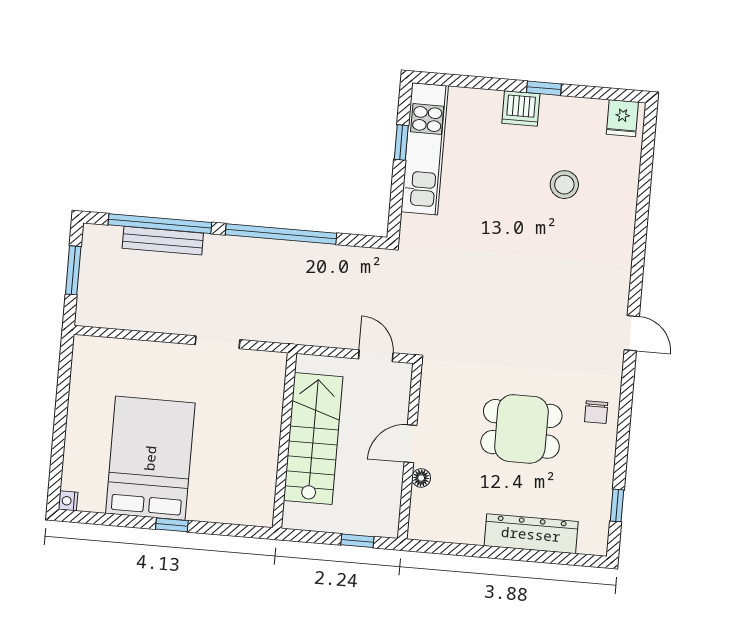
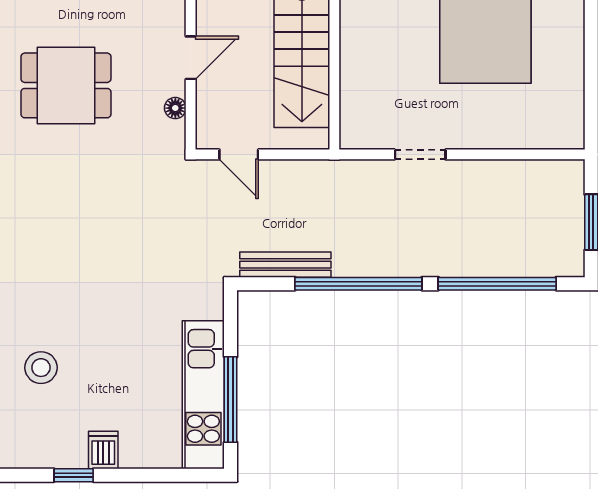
dishwasher: (521, 108) -> (103, 450), width x0.73
window: (401, 142) -> (231, 400), width x2.17
bench: (163, 241) -> (285, 265), moved
floor lamp: (421, 478) -> (175, 108), moved

